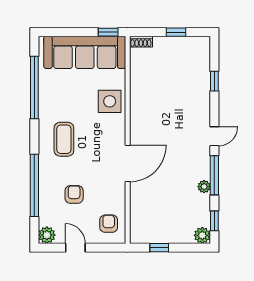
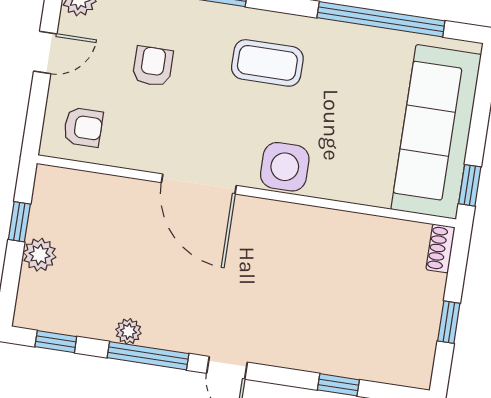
side table: (110, 101) -> (285, 167), moved
armchair: (74, 194) -> (153, 66), turned -90
plant: (202, 235) -> (40, 255), moved

